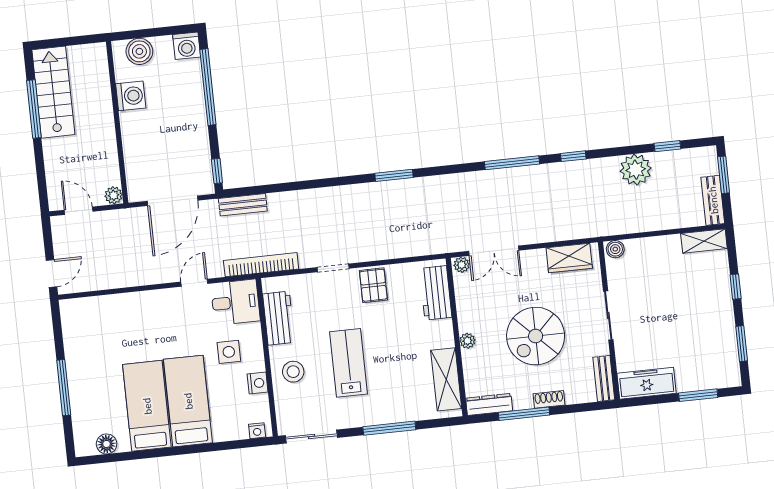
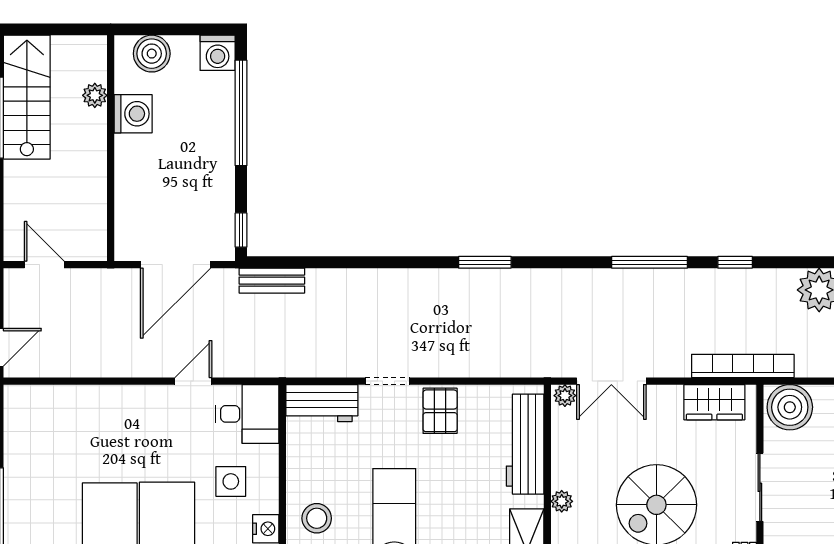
plant: (114, 195) -> (95, 95), moved
boiler: (615, 249) -> (790, 407), width x1.86, depth x1.86
bookcase: (261, 265) -> (743, 366), moved
workbench: (436, 293) -> (525, 444), width x1.38
workbench: (279, 318) -> (322, 403), moved, turned 90

